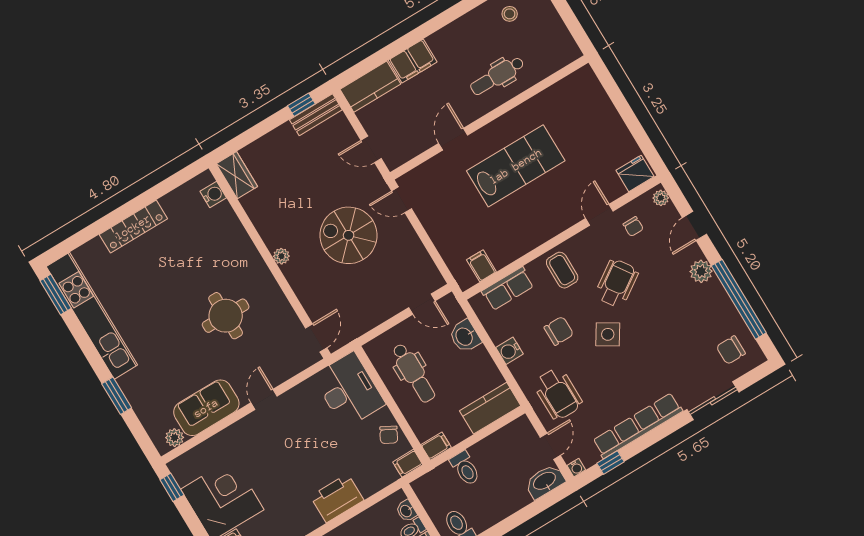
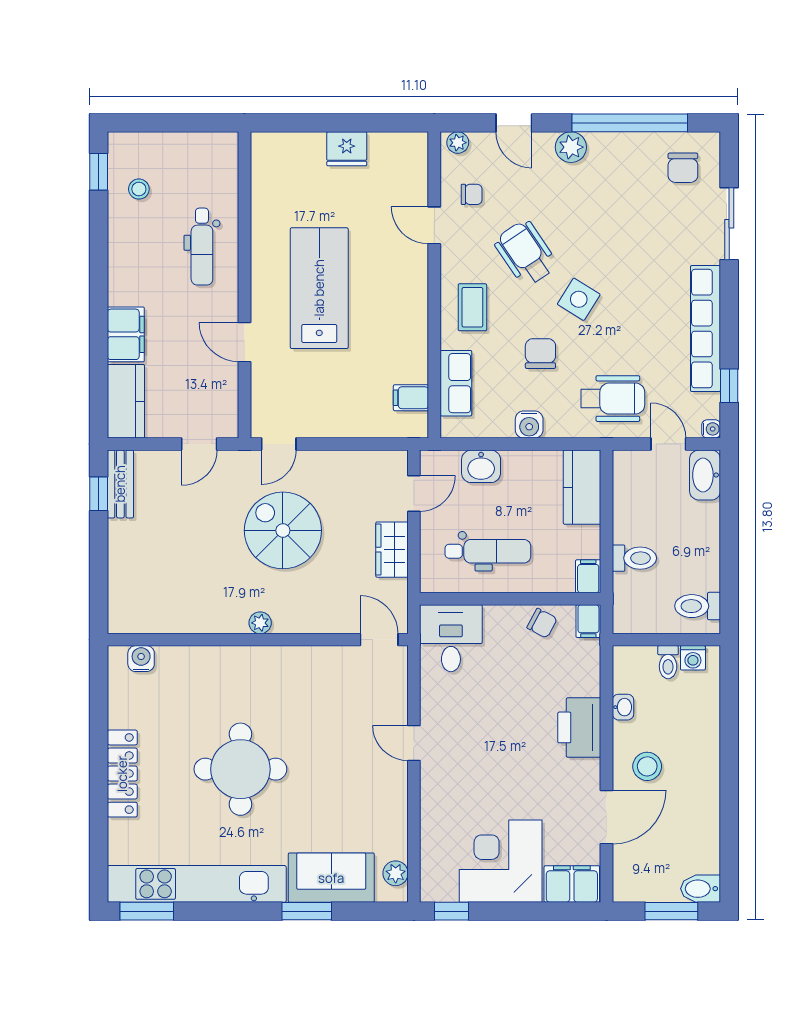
fridge: (635, 173) -> (347, 149), moved, turned -90
wardrobe: (237, 175) -> (392, 550), moved, turned -90
spiral stairs: (349, 235) -> (283, 530), turned 90
coffee table: (562, 270) -> (472, 307), turned 90
round table: (226, 316) -> (240, 769), moved, width x1.36, depth x1.36
desk: (349, 390) -> (451, 638), width x0.73
sofa: (206, 408) -> (331, 878), moved, turned 90
washbasin: (406, 511) -> (623, 707), moved, turned -90

